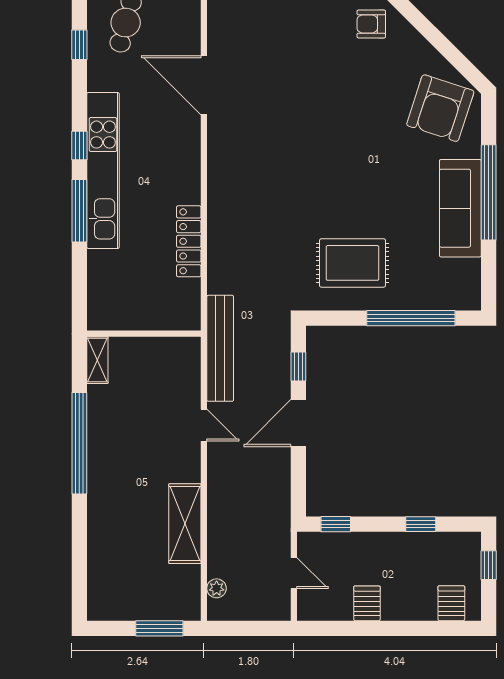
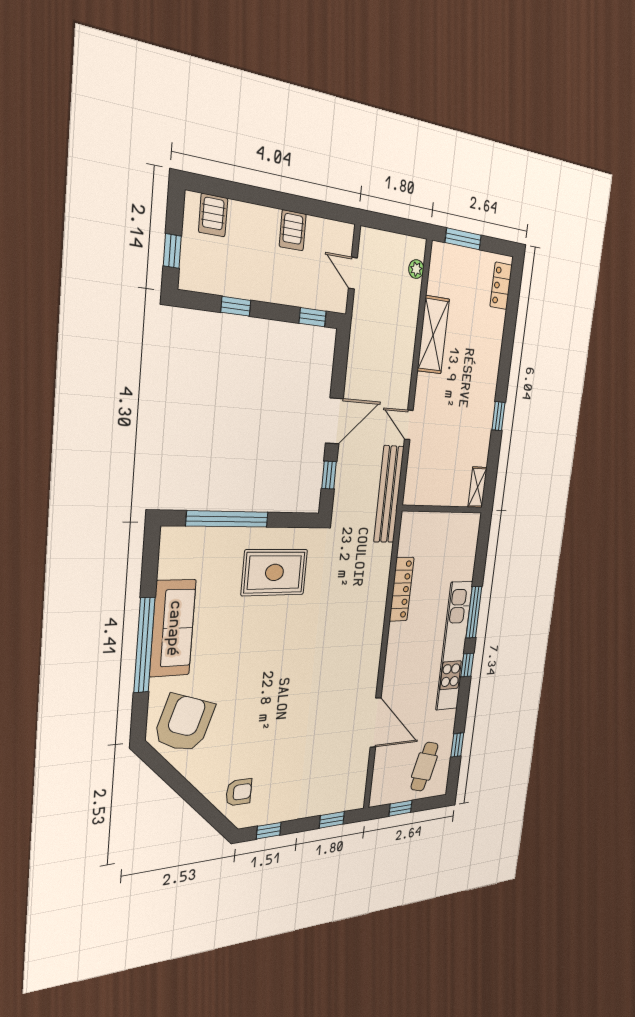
window: (79, 443) -> (499, 416), width x0.32
locker: (99, 587) -> (501, 286), added

